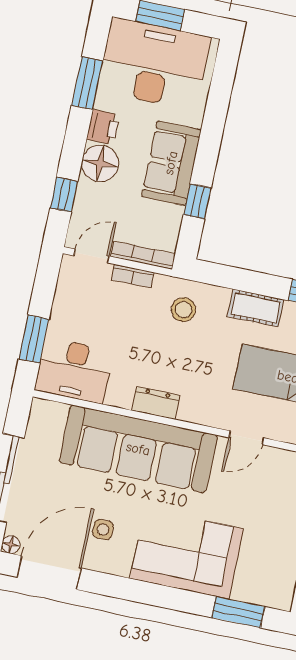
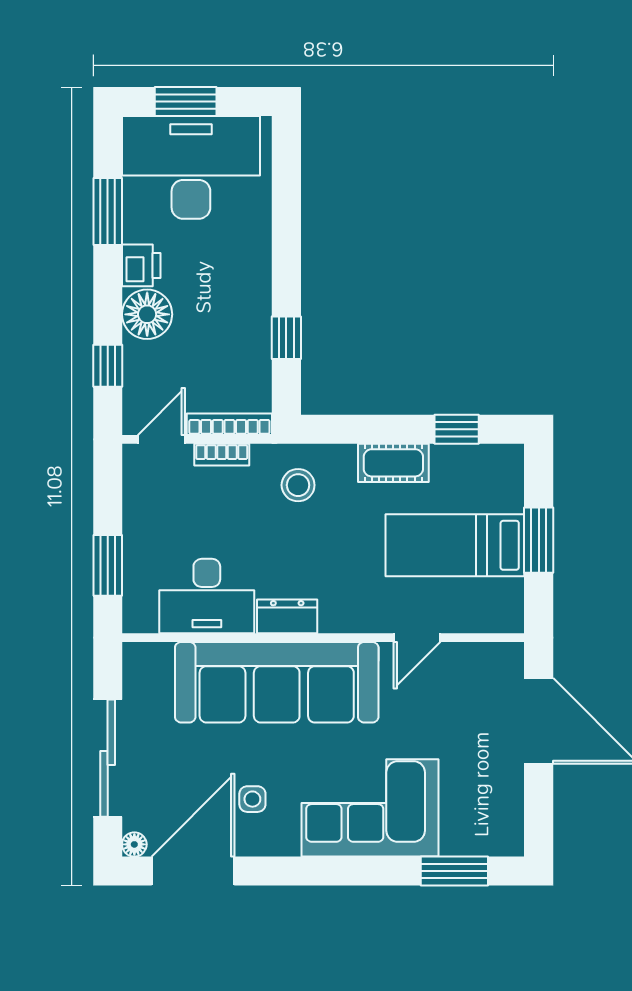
sofa: (171, 163) -> (242, 294), removed
desk: (74, 370) -> (207, 596), moved

